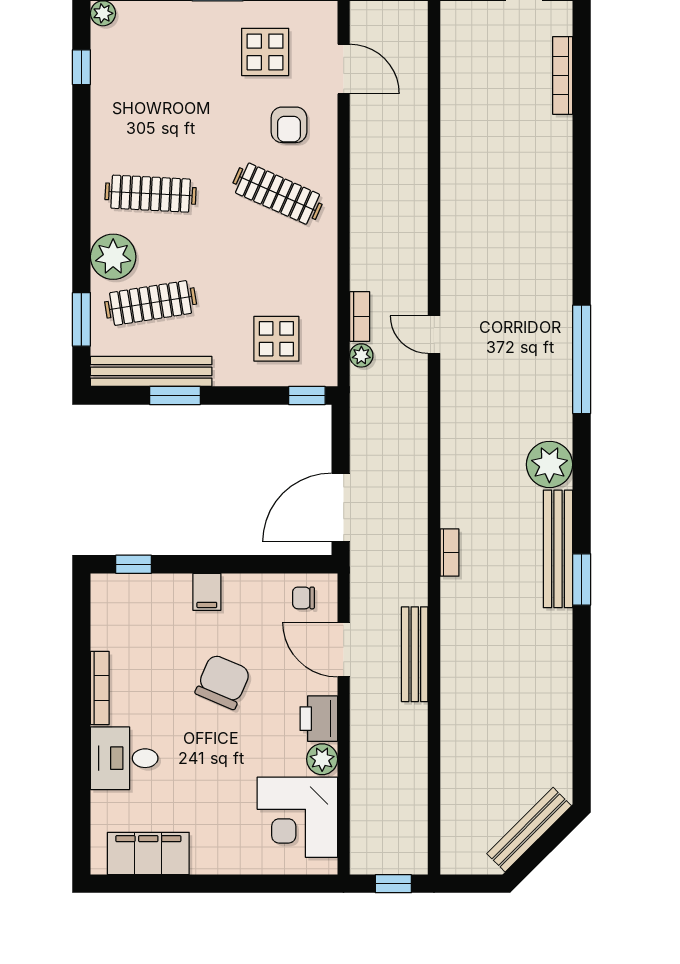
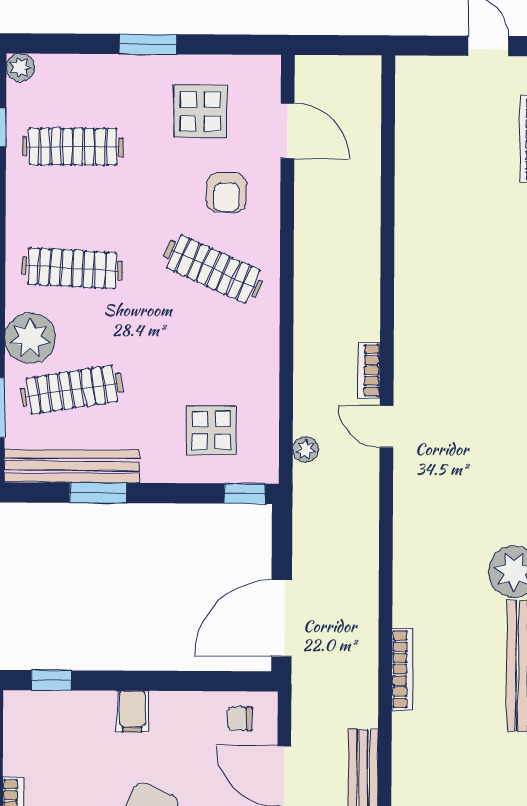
clothes rail: (151, 84) -> (73, 147), added
bookcase: (360, 316) -> (369, 370), moved, turned 180
bookcase: (449, 553) -> (402, 669), width x1.56

